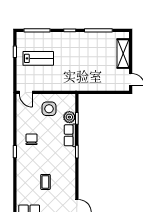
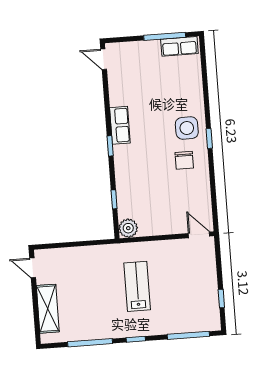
lab bench: (38, 58) -> (137, 286), moved, turned 90
side table: (49, 109) -> (187, 128), moved
plant: (69, 117) -> (128, 228), moved
row of seats: (70, 135) -> (120, 125), moved
coffee table: (45, 182) -> (157, 94), removed

